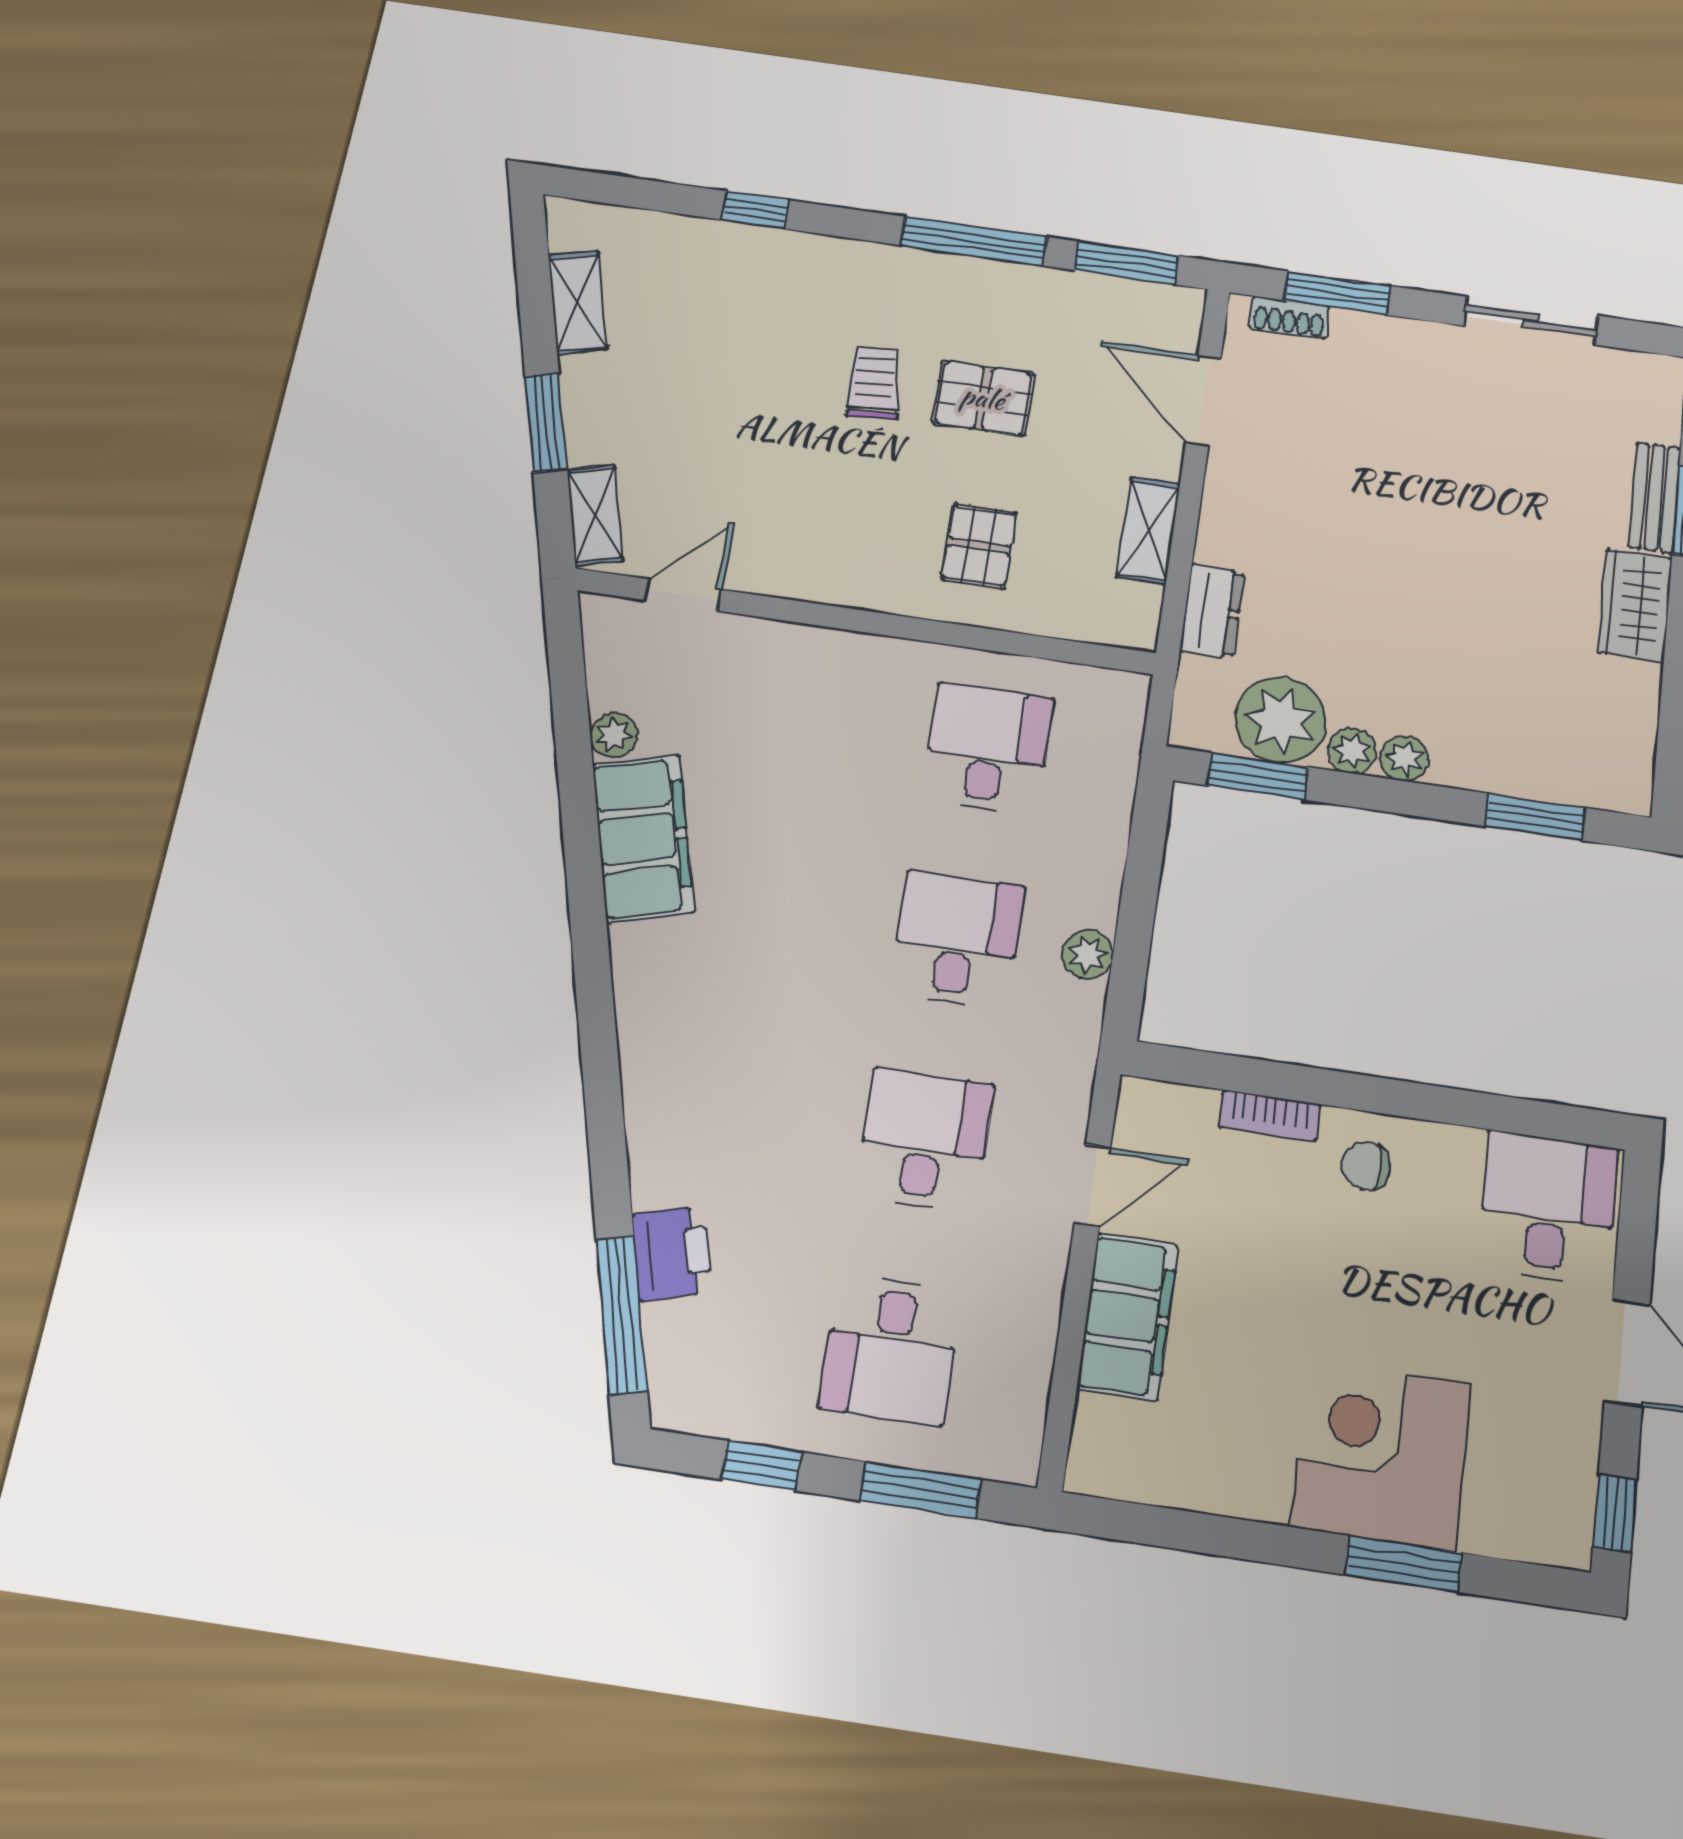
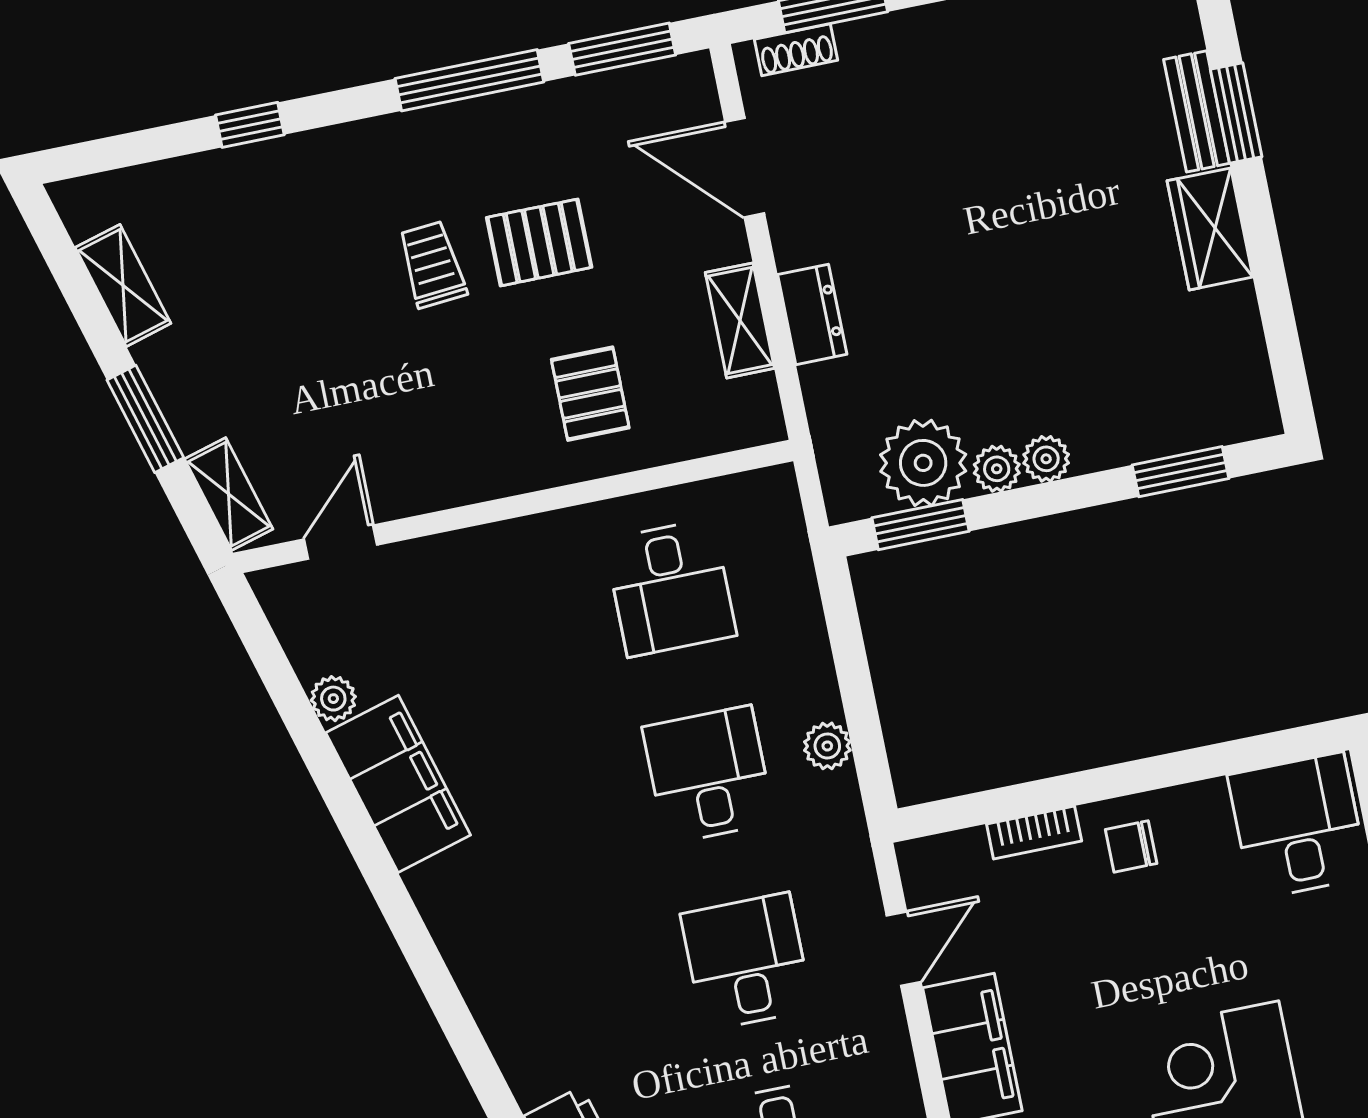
dresser: (1212, 611) -> (812, 314), moved
desk: (988, 749) -> (670, 588), turned 180

